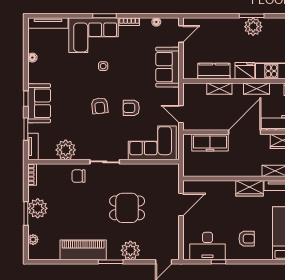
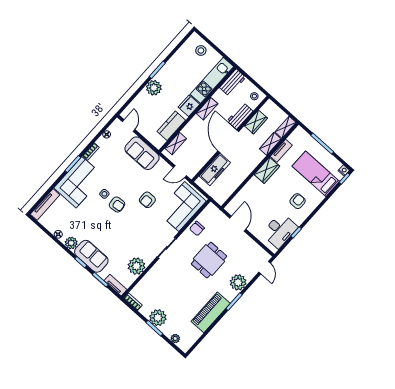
plant: (253, 27) -> (154, 88), moved
plant: (35, 76) -> (71, 243), added
shelving: (219, 89) -> (176, 143), moved
armchair: (100, 106) -> (117, 205), moved
chair: (79, 176) -> (197, 228), moved

